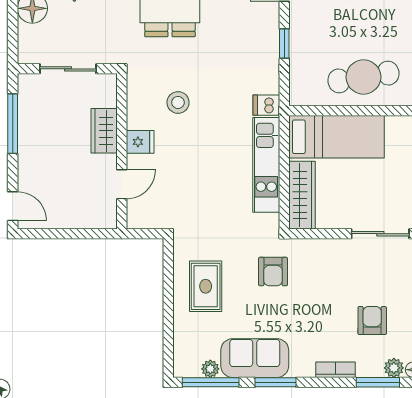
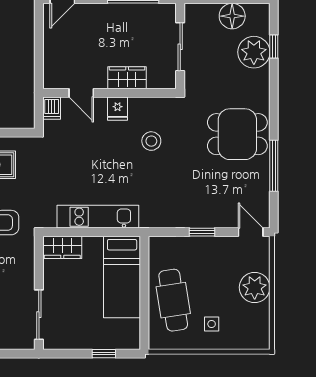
side table: (391, 32) -> (212, 324), added
dishwasher: (266, 105) -> (52, 108), moved, turned 180
wardrobe: (302, 195) -> (62, 247), width x0.67

